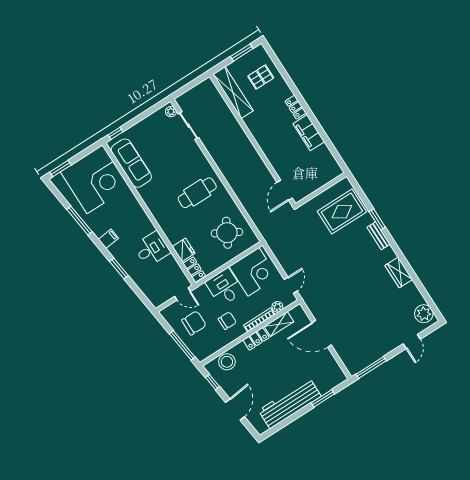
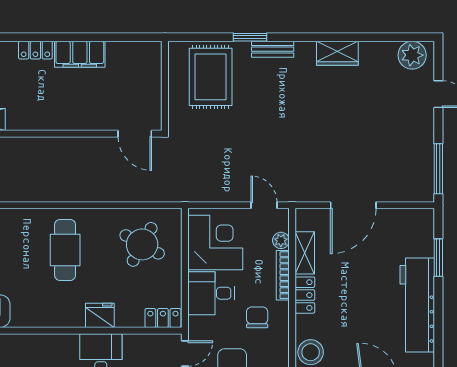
fridge: (184, 250) -> (100, 315), moved

